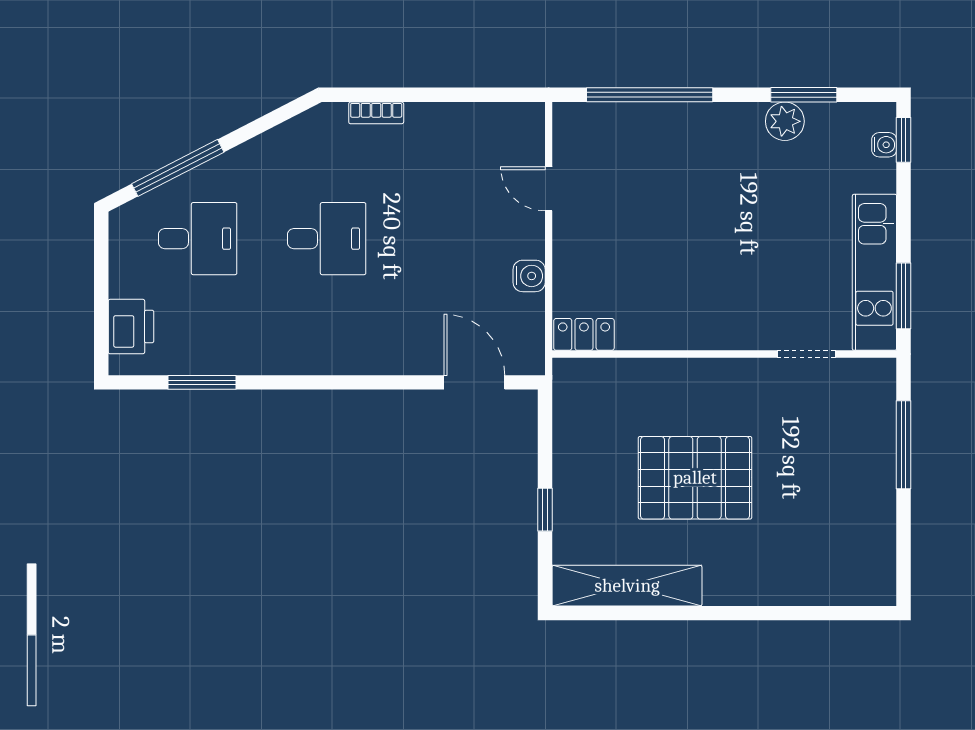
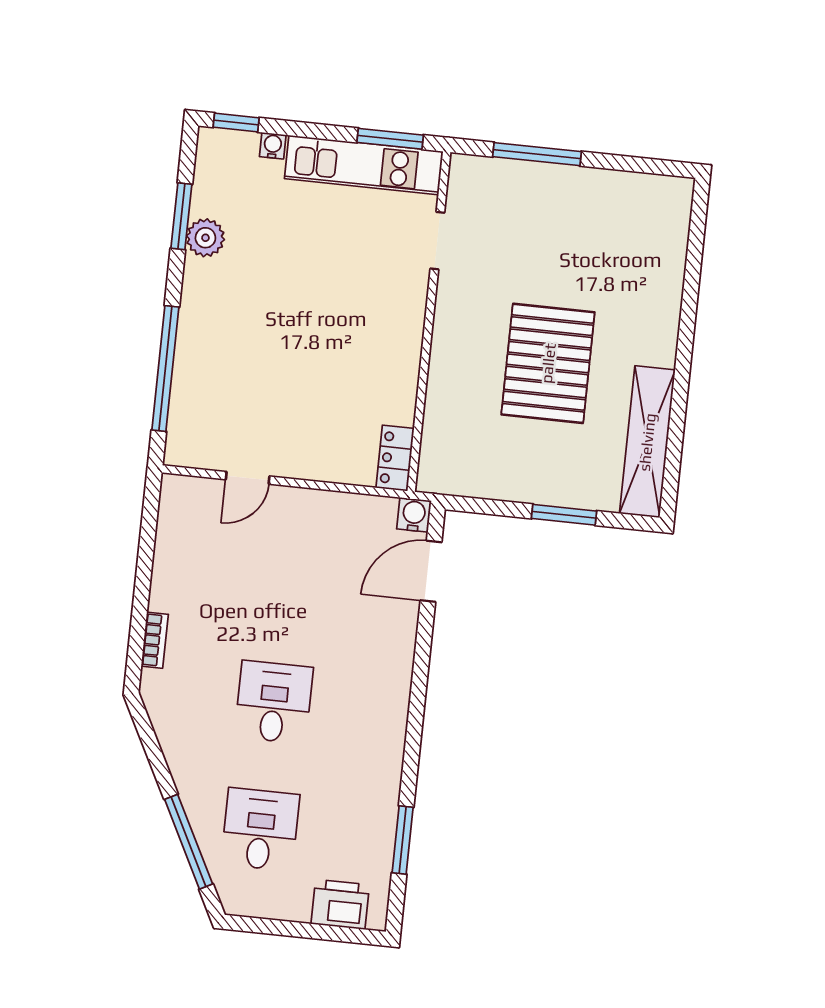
water cooler: (884, 145) -> (273, 146), moved
water cooler: (529, 276) -> (414, 515), moved
window: (545, 510) -> (564, 515), width x1.50

